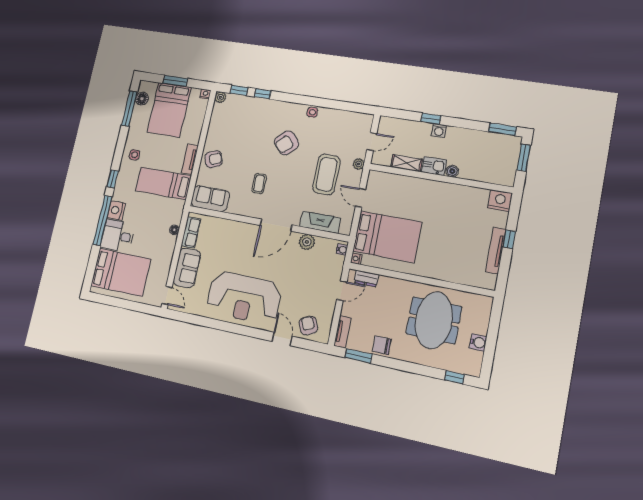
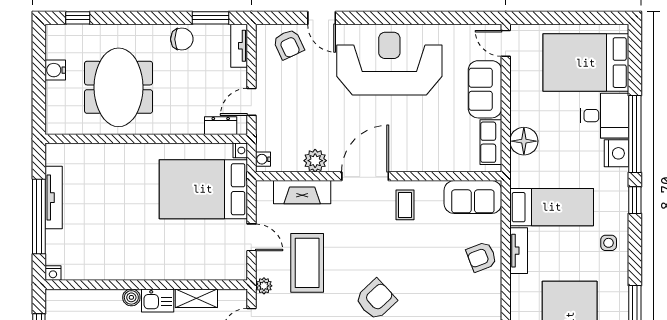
coffee table: (259, 183) -> (405, 205), moved
nightstand: (500, 201) -> (53, 273), width x0.53, depth x0.56
floor lamp: (174, 230) -> (524, 141), width x1.89, depth x1.89
window: (509, 239) -> (39, 216), width x3.17

